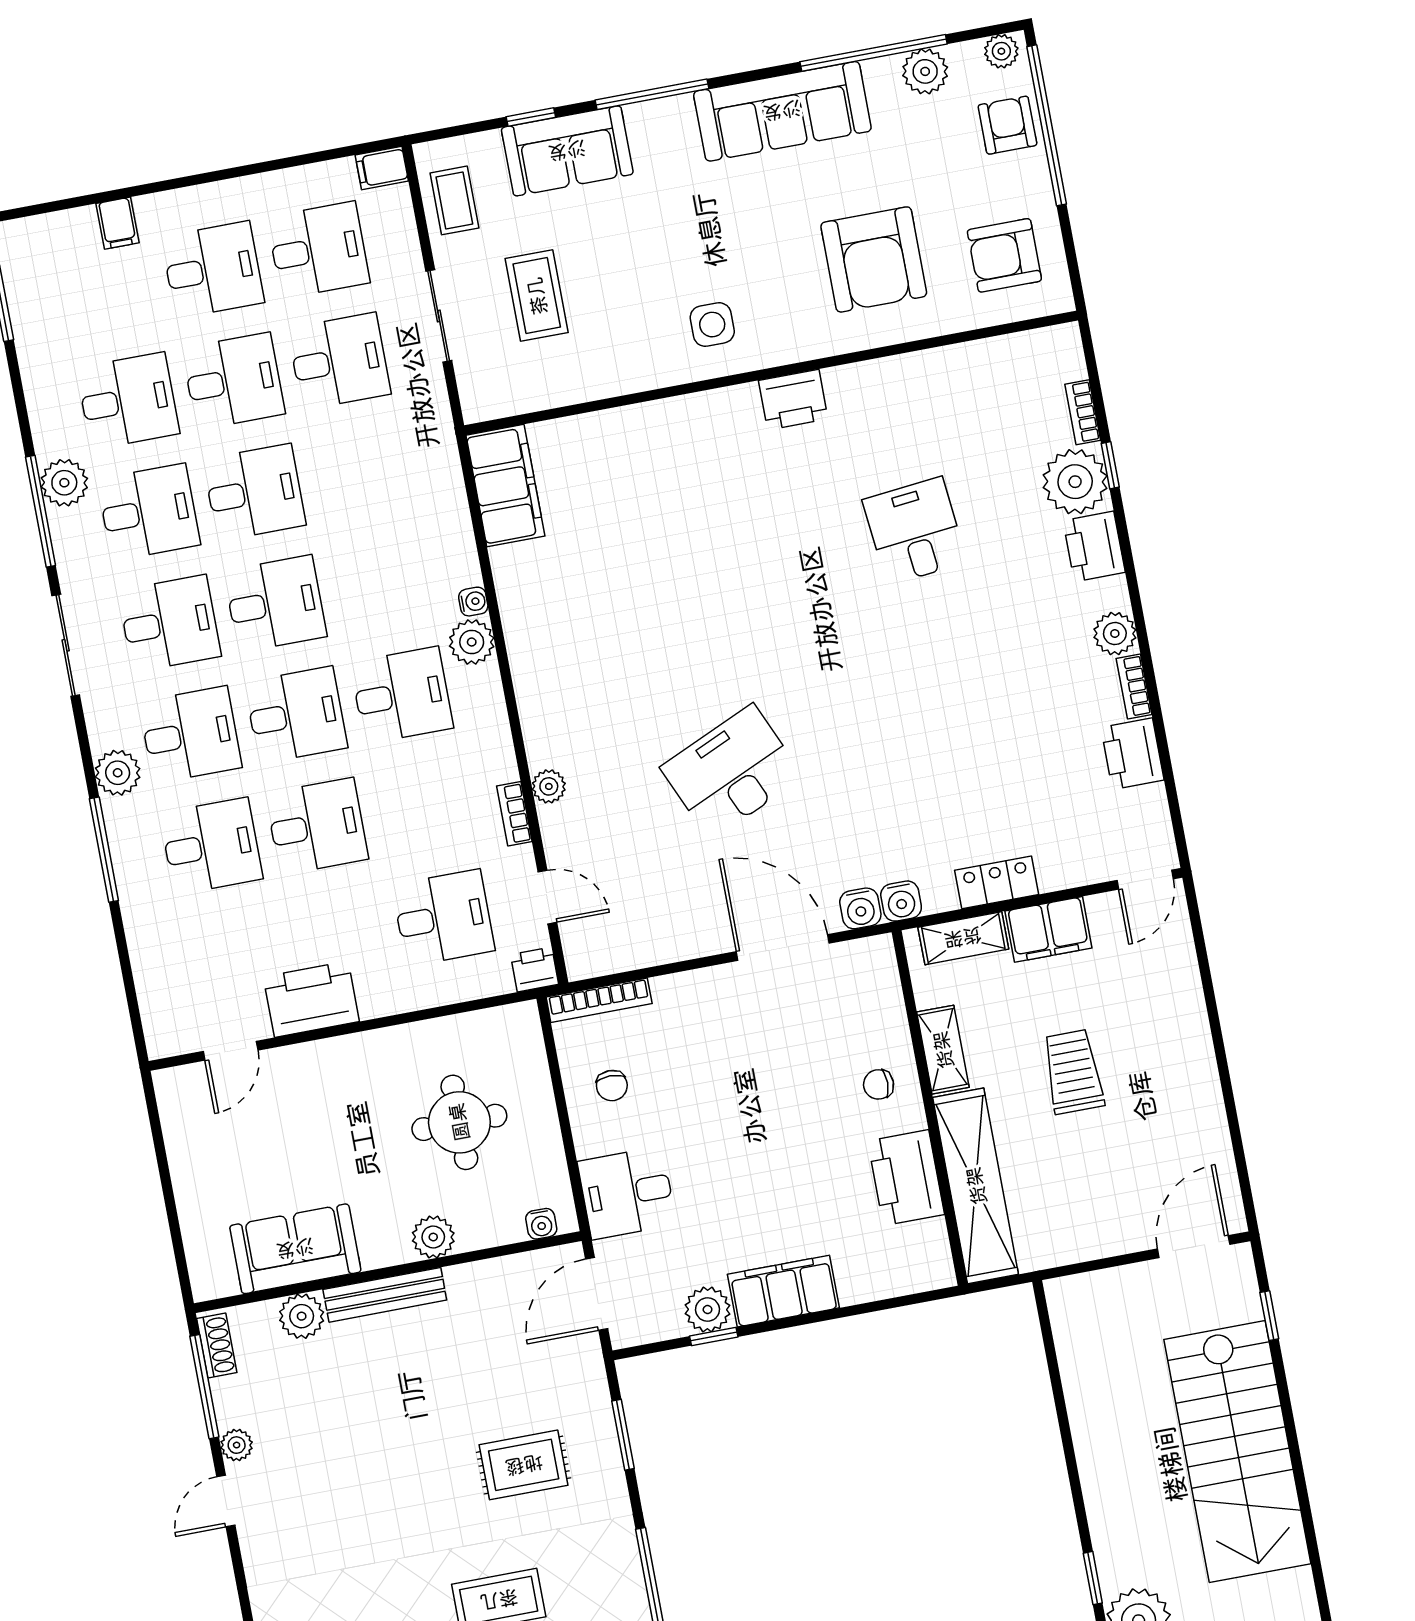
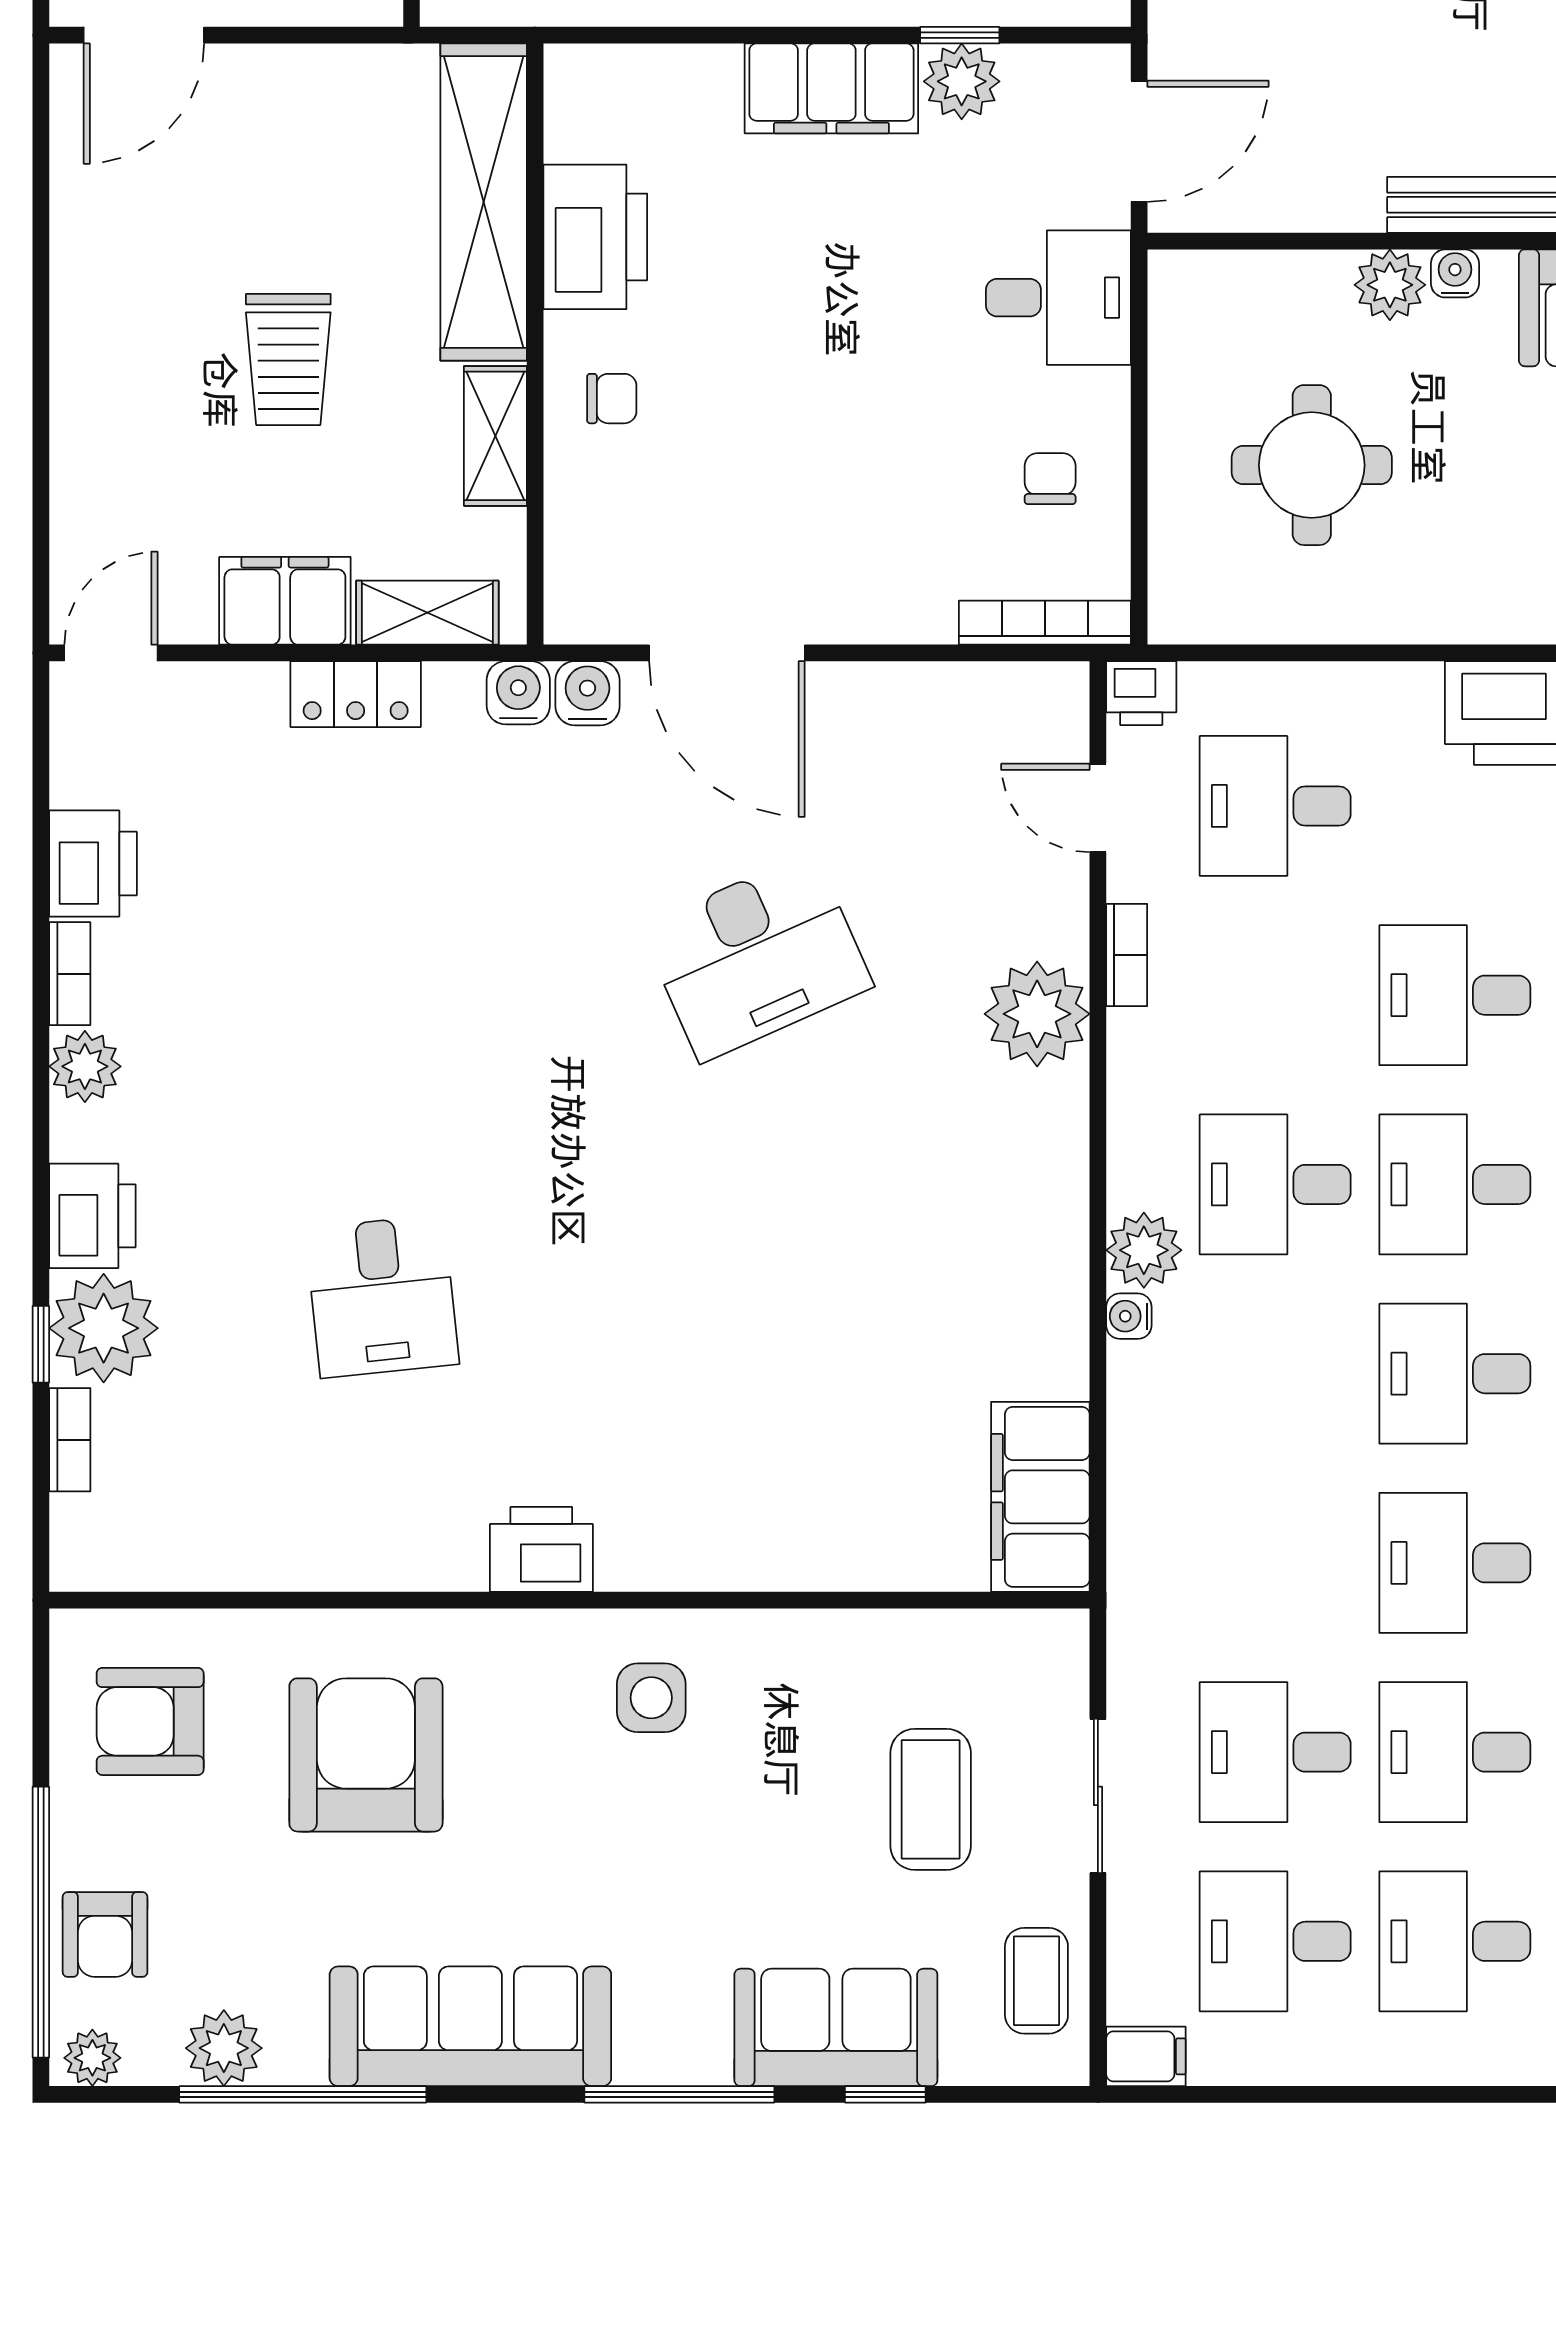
armchair: (1004, 255) -> (150, 1721), turned 180
plant: (549, 786) -> (1037, 1014), width x1.87, depth x1.87
water cooler: (541, 1224) -> (1455, 273), moved

